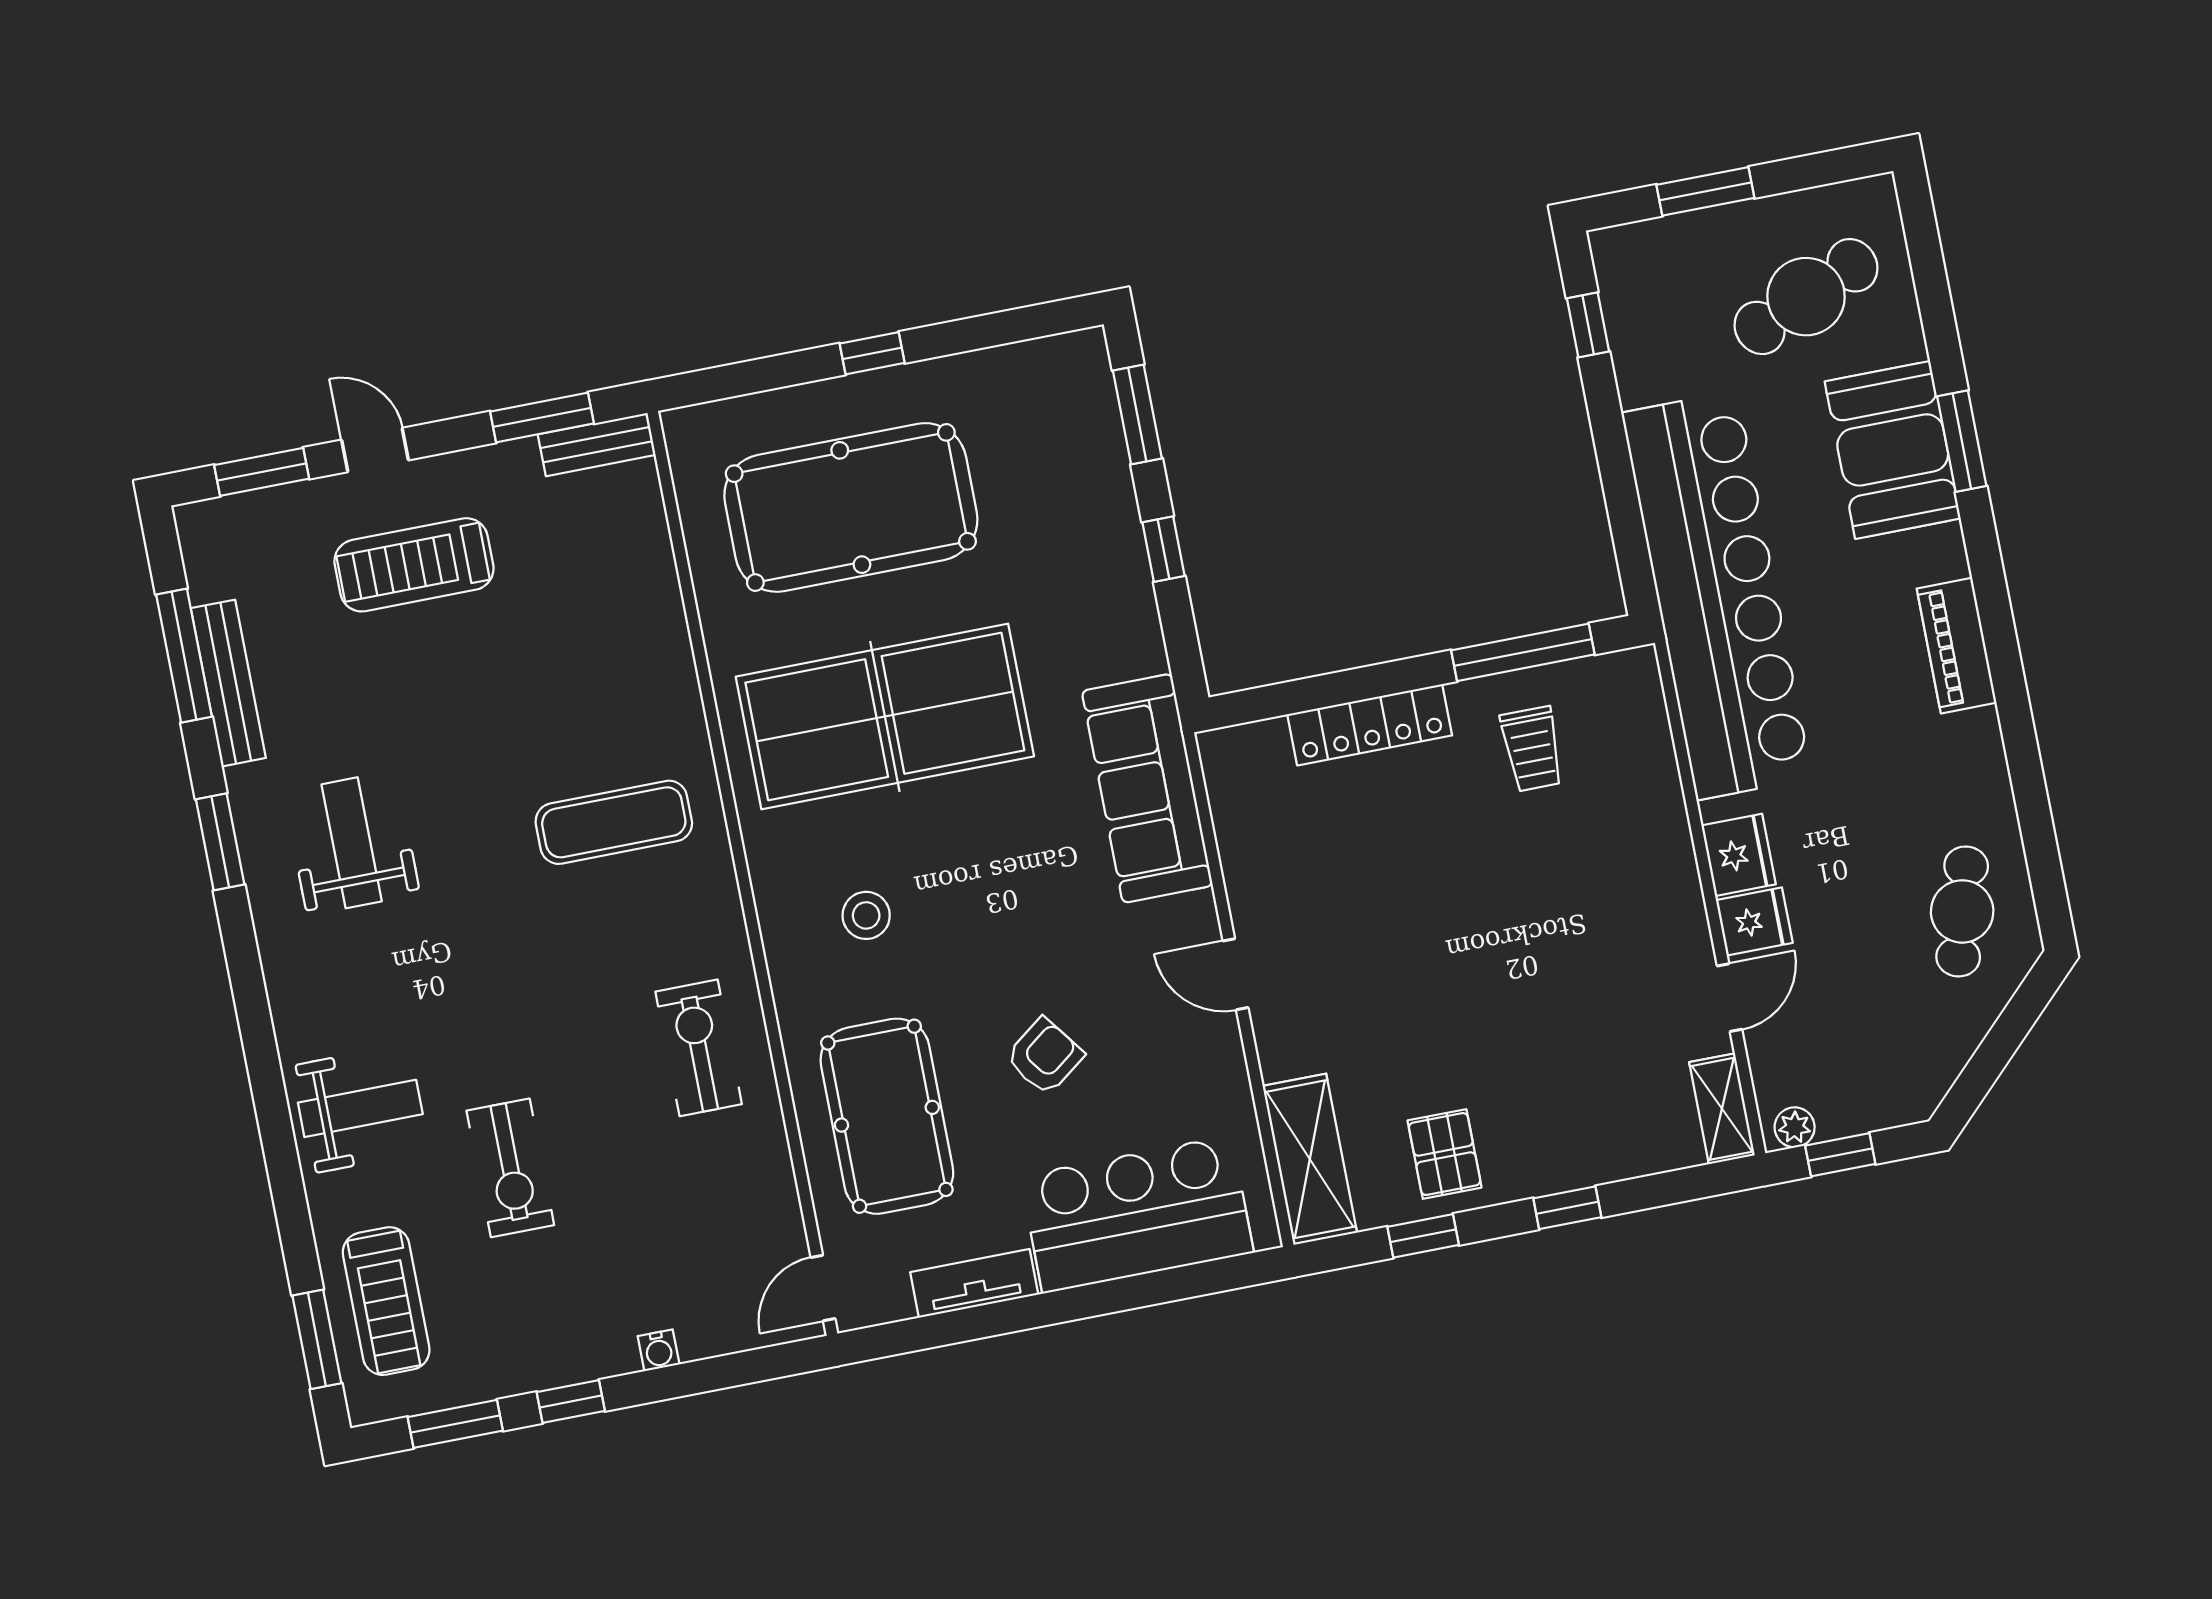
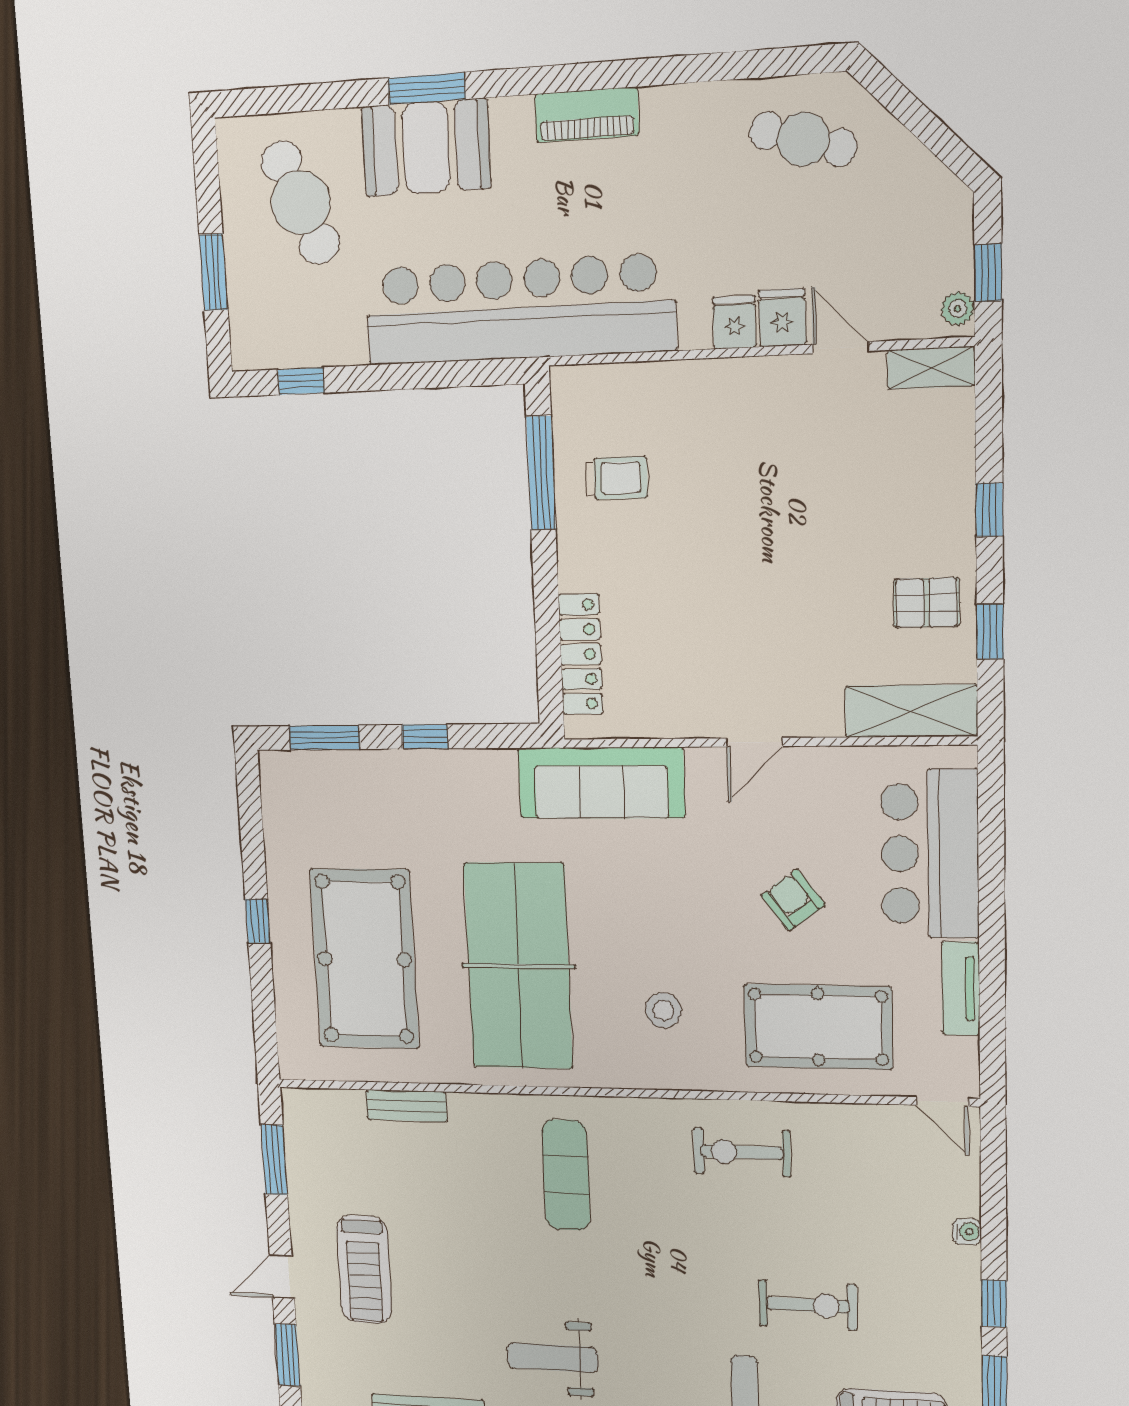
bench: (597, 445) -> (406, 1106), moved, turned 90
locker: (1370, 725) -> (581, 654), moved
fridge: (1739, 855) -> (734, 322), width x0.72

